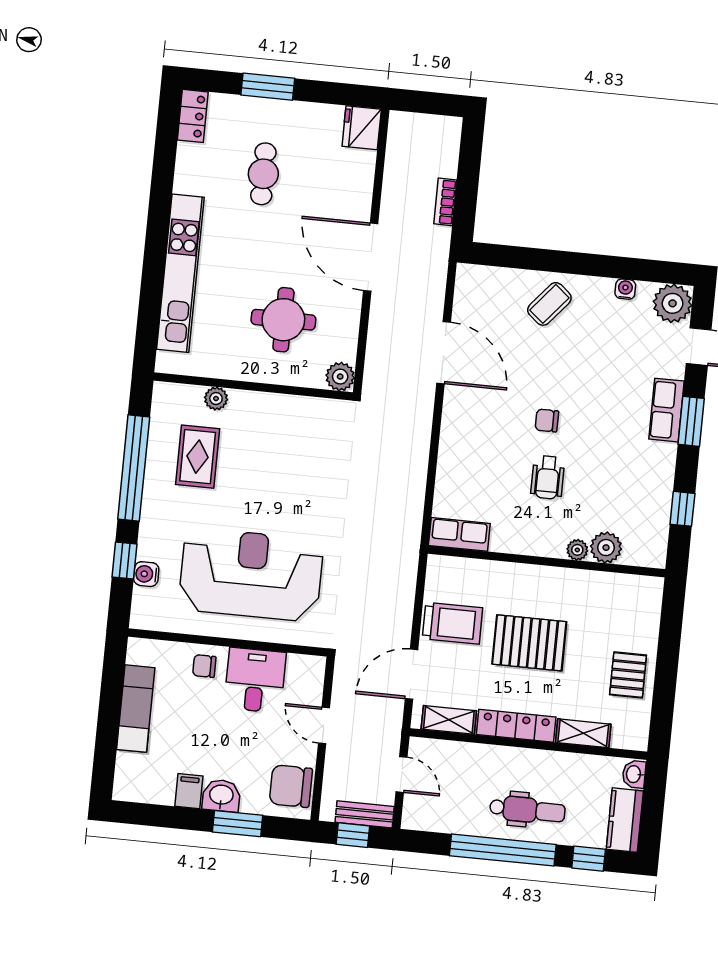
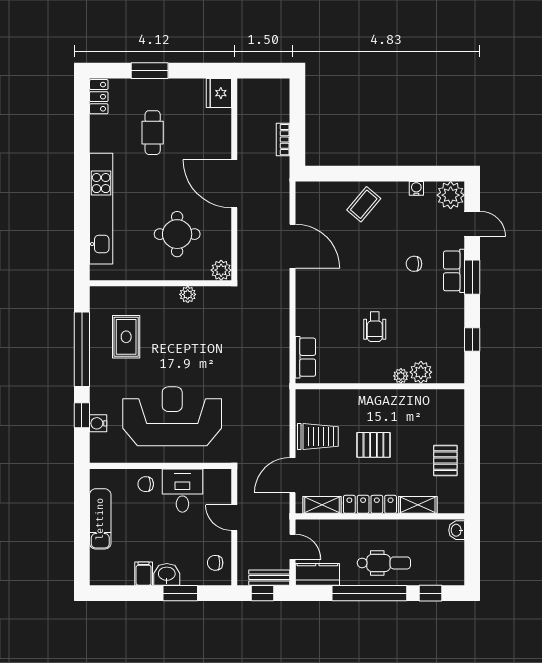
plant: (216, 399) -> (188, 294), moved
chair: (547, 421) -> (414, 264), moved
row of seats: (459, 534) -> (305, 357), moved, turned 90
pallet: (529, 643) -> (373, 445), width x0.67, depth x0.71
chair: (291, 786) -> (215, 563), width x0.54, depth x0.54
kitchen counter: (625, 820) -> (317, 574), moved, turned 90

